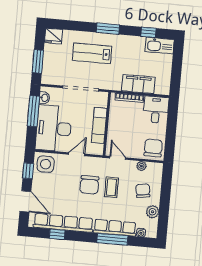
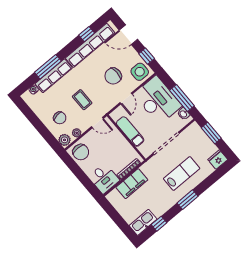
chair: (89, 185) -> (113, 76), moved, turned -90
plant: (153, 212) -> (64, 140), moved

